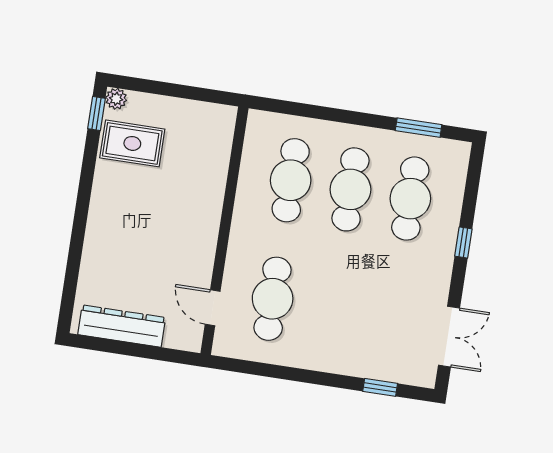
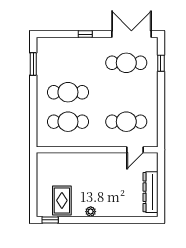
plant: (116, 99) -> (91, 212), moved
cafe table: (410, 199) -> (126, 63), moved
double door: (449, 337) -> (131, 34), width x1.37

